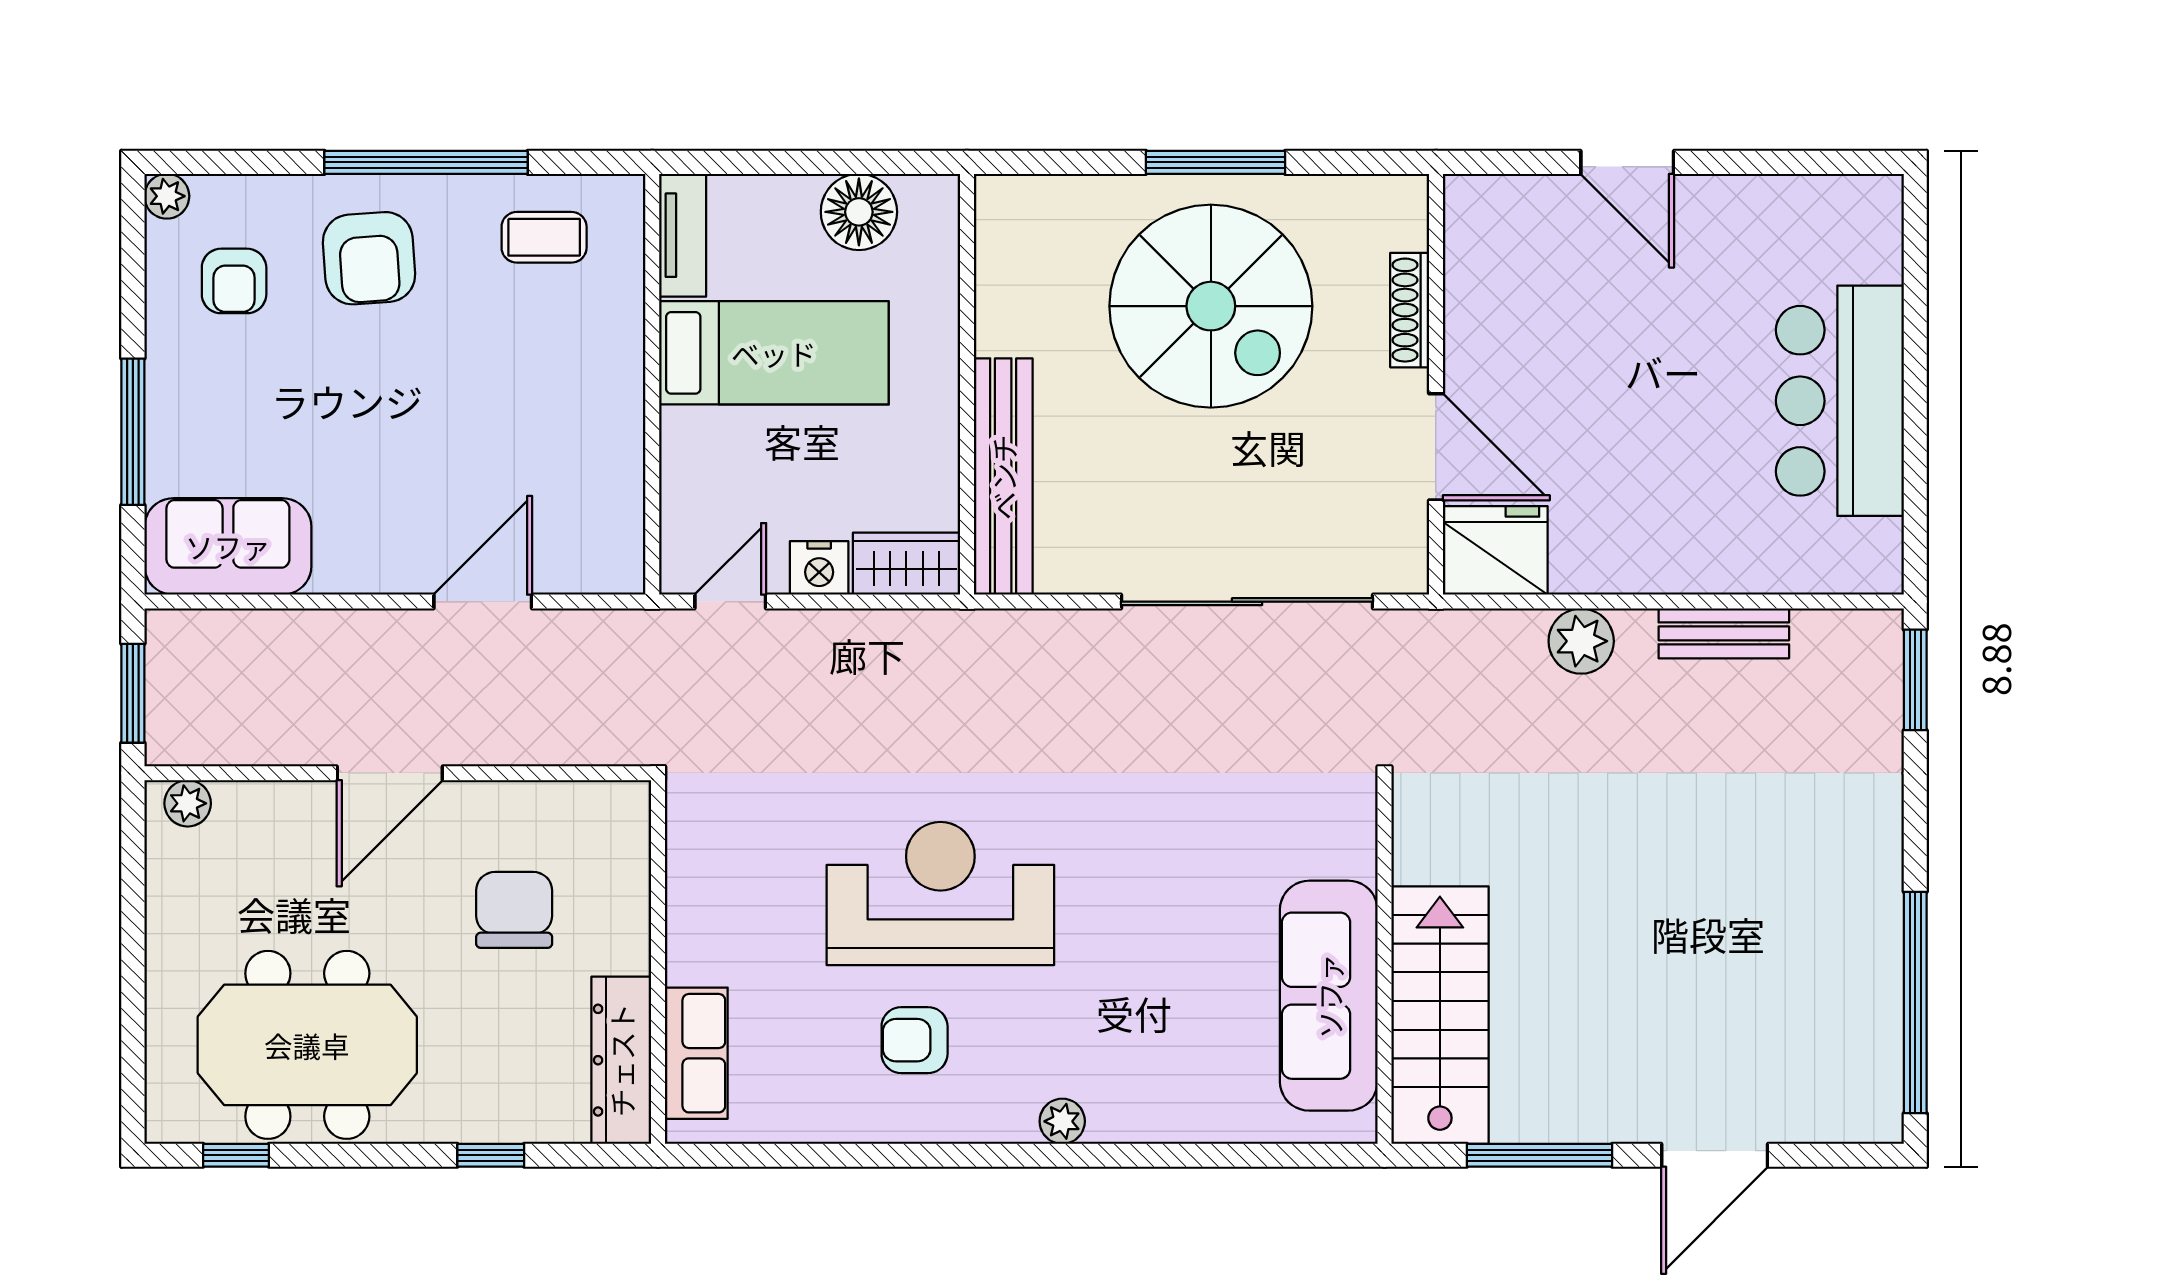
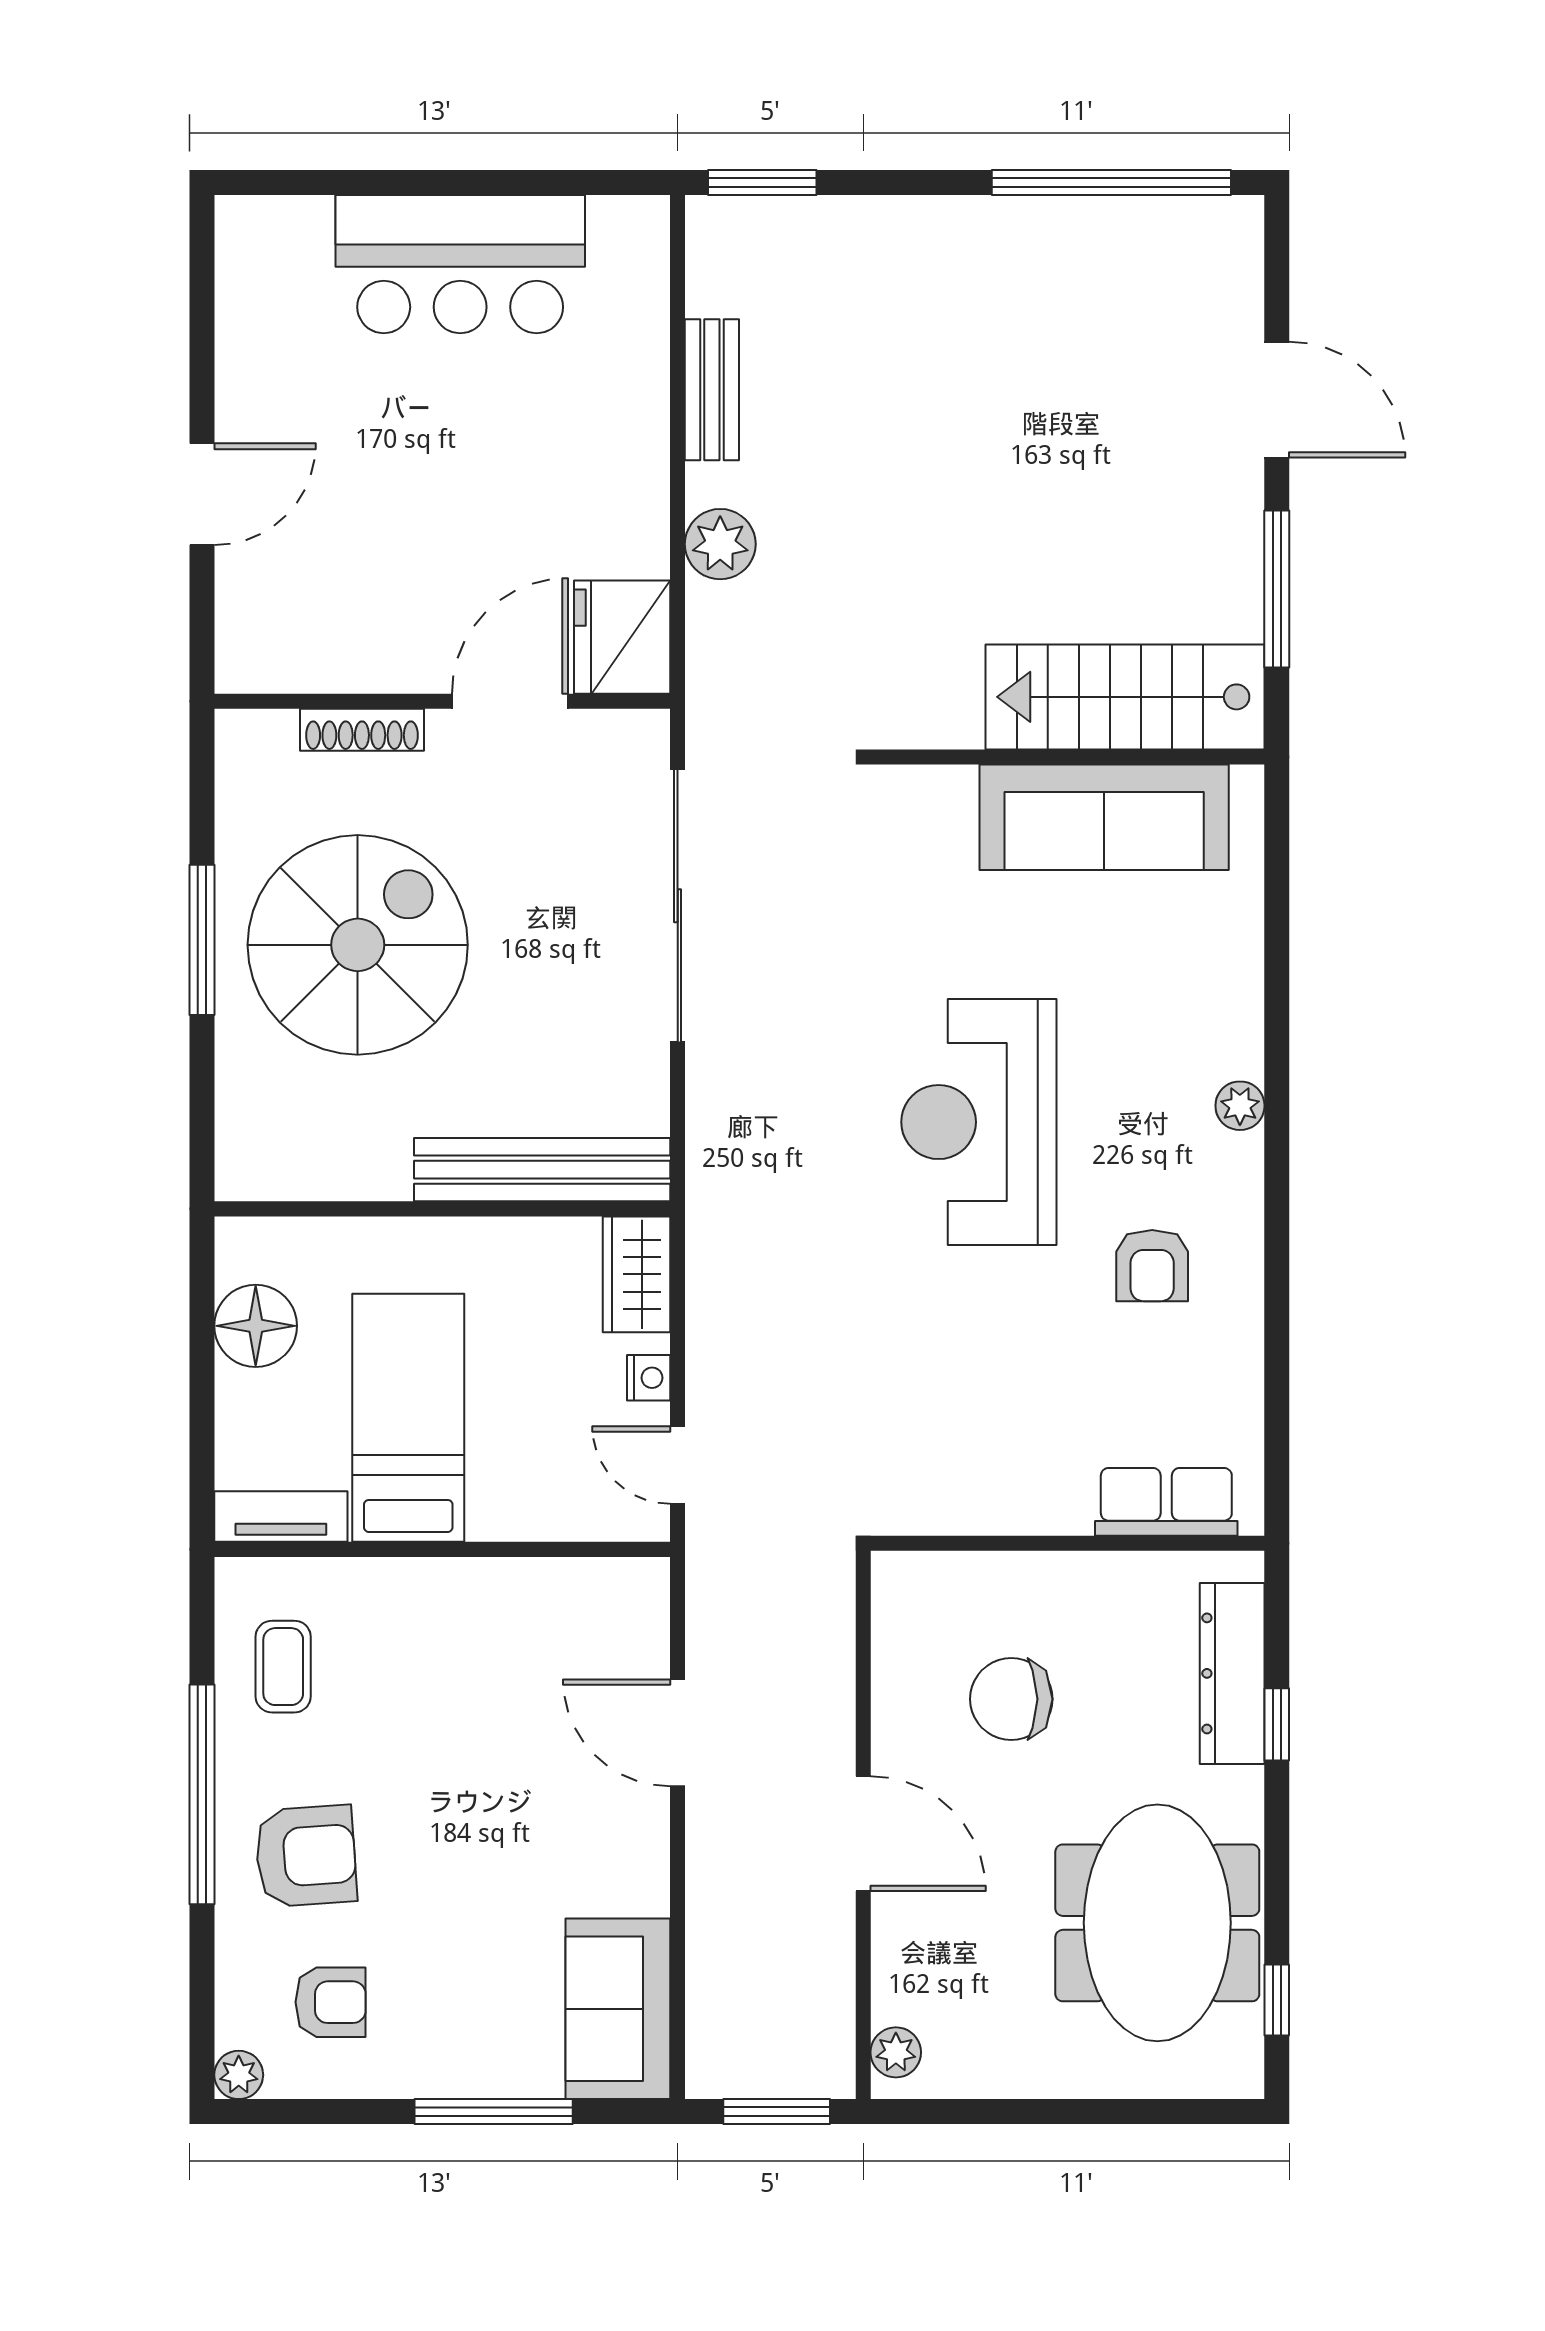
nightstand: (819, 568) -> (649, 1378), width x0.72, depth x0.74
reception desk: (940, 894) -> (979, 1122), moved
dresser: (621, 1060) -> (1232, 1673), moved, turned 90

